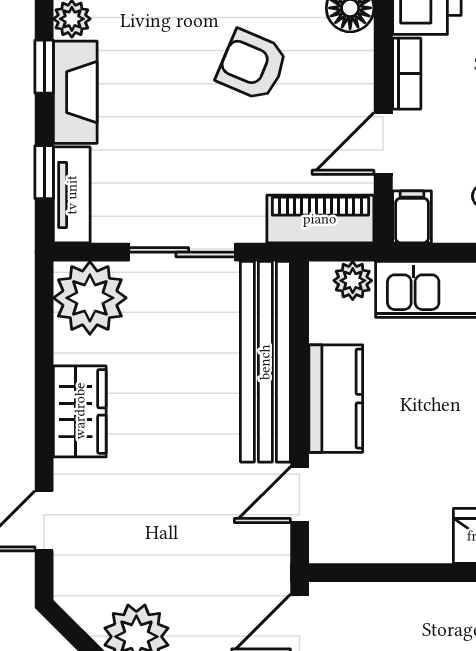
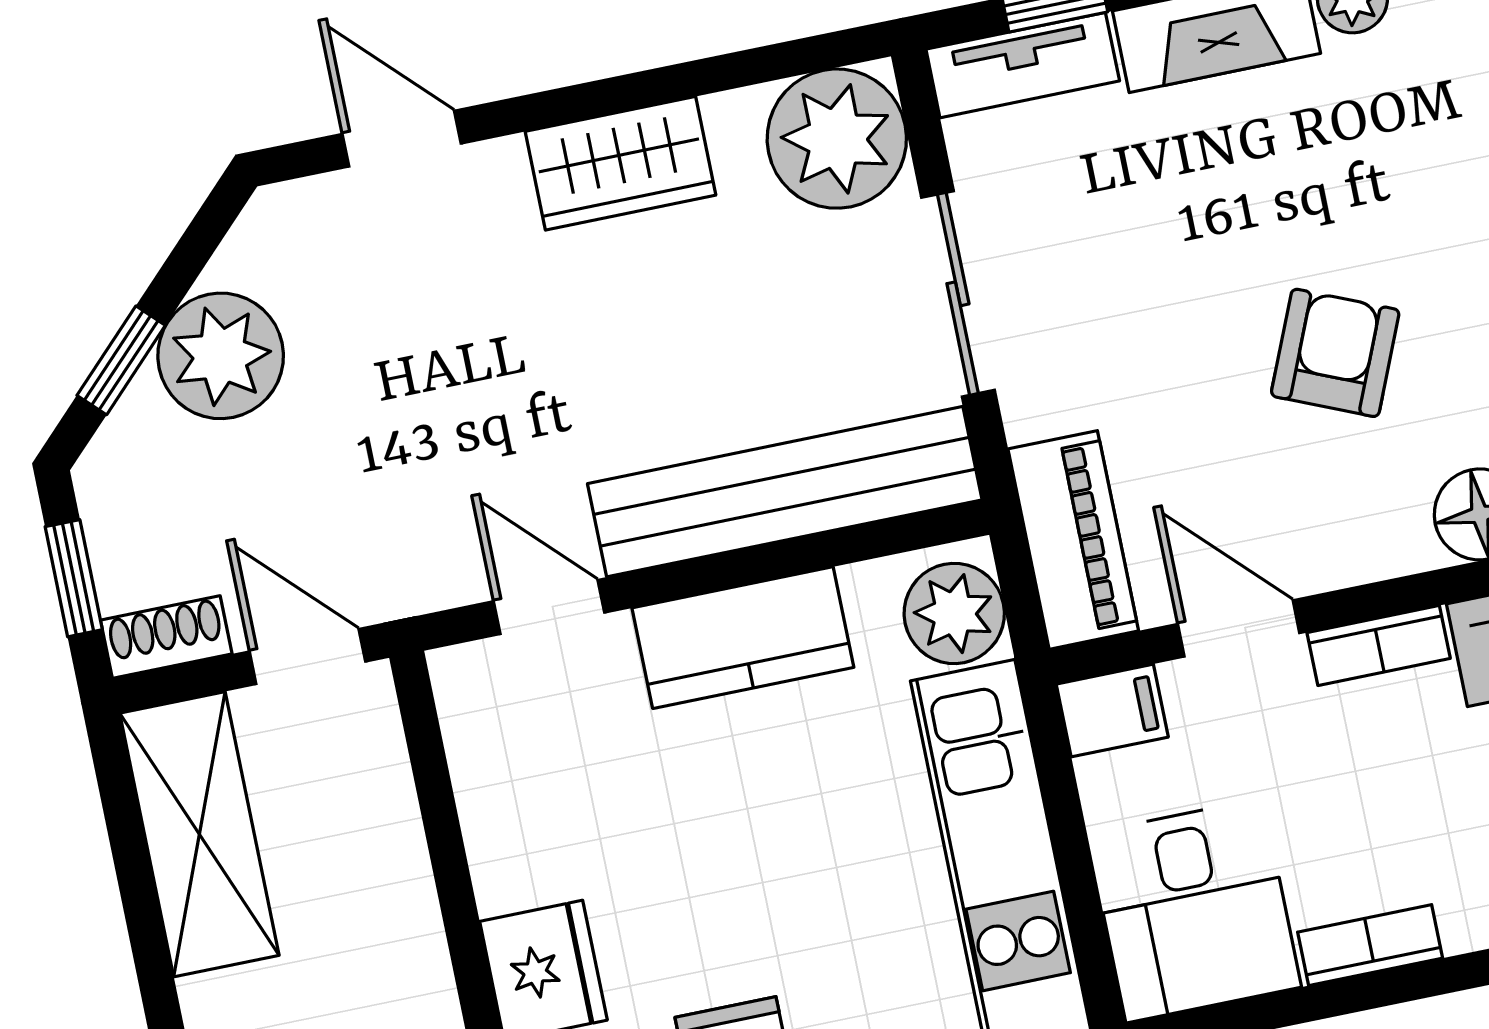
plant: (353, 281) -> (954, 613), width x1.38, depth x1.38

